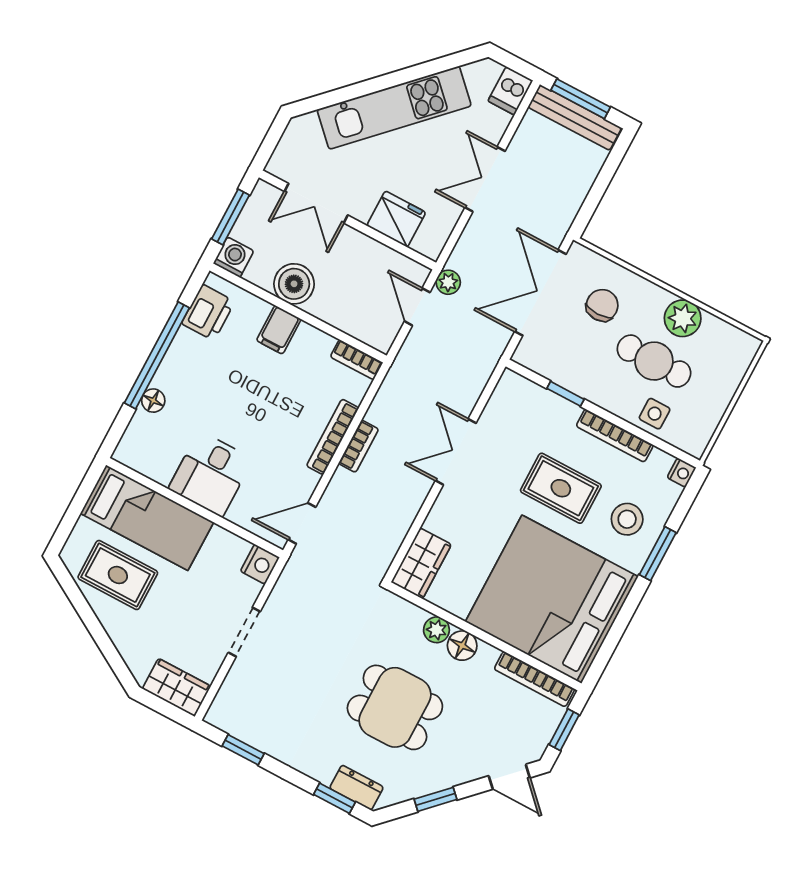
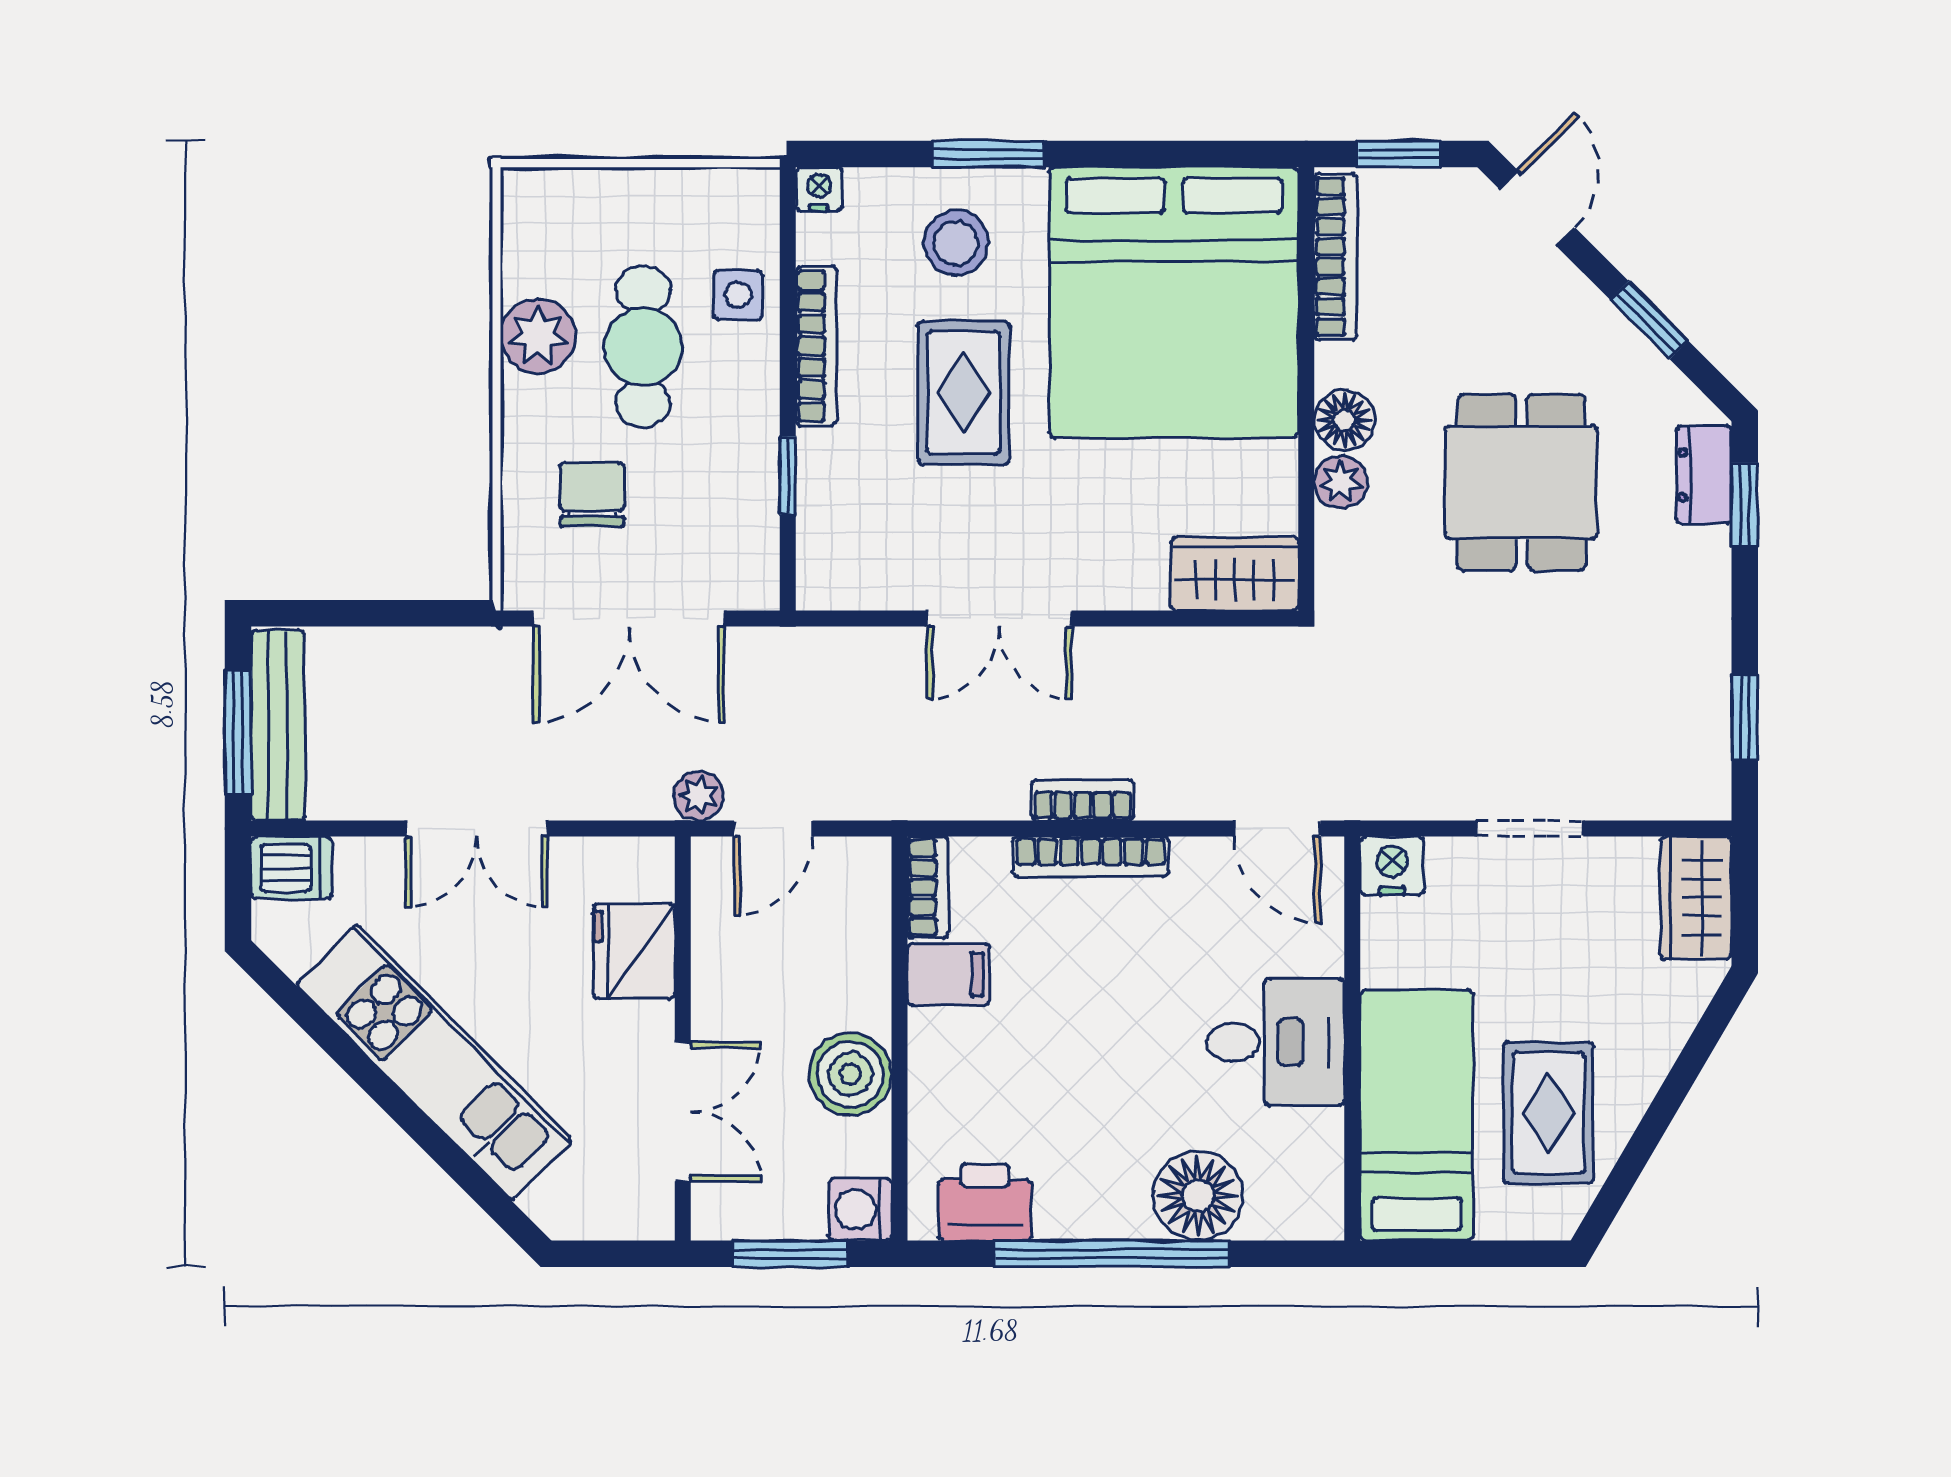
chair: (602, 305) -> (592, 494), turned 90
filing cabinet: (279, 330) -> (948, 975), moved
floor lamp: (153, 401) -> (1198, 1196), width x1.89, depth x1.89

